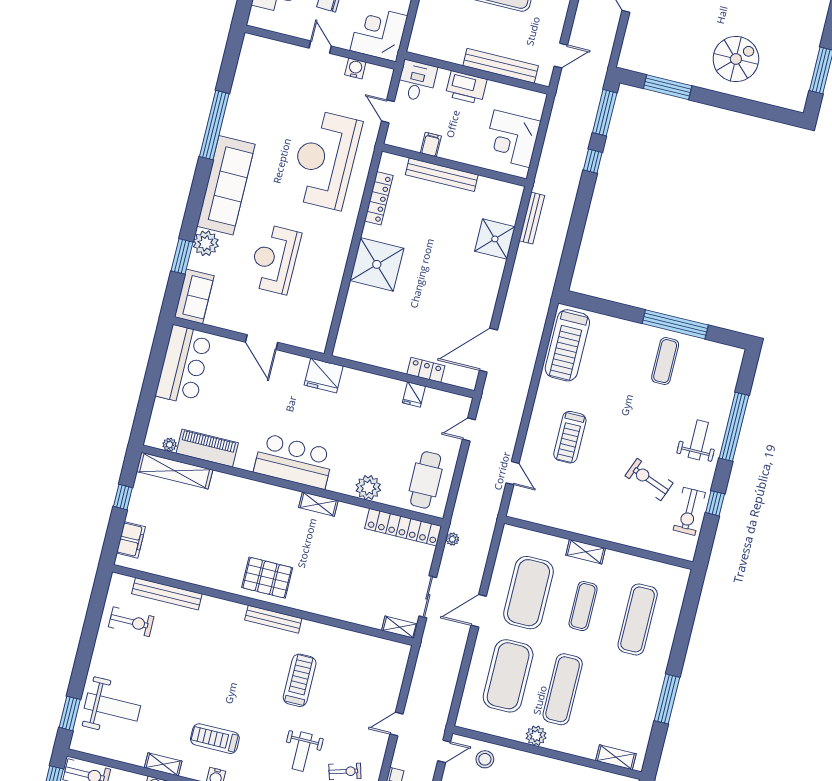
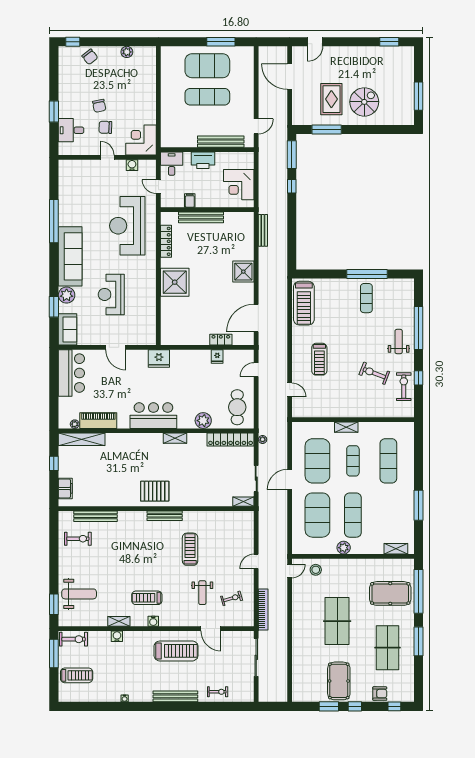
rug: (687, 42) -> (331, 99), added
shower: (495, 239) -> (243, 272), moved
exercise bike: (689, 511) -> (404, 387), turned 180

